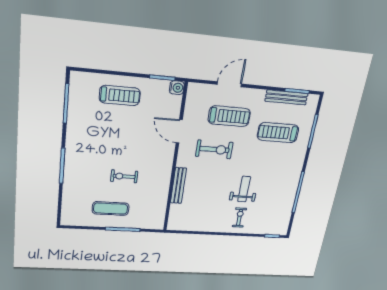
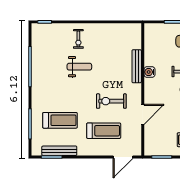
door: (229, 84) -> (123, 157), moved
water cooler: (177, 88) -> (149, 72), moved
treadmill: (229, 116) -> (104, 131), turned 180
door: (179, 131) -> (143, 114), hinge flipped
weight bench: (244, 189) -> (79, 67), turned -90

